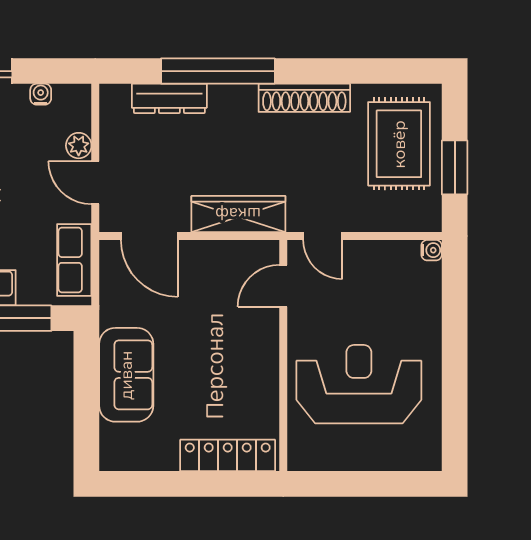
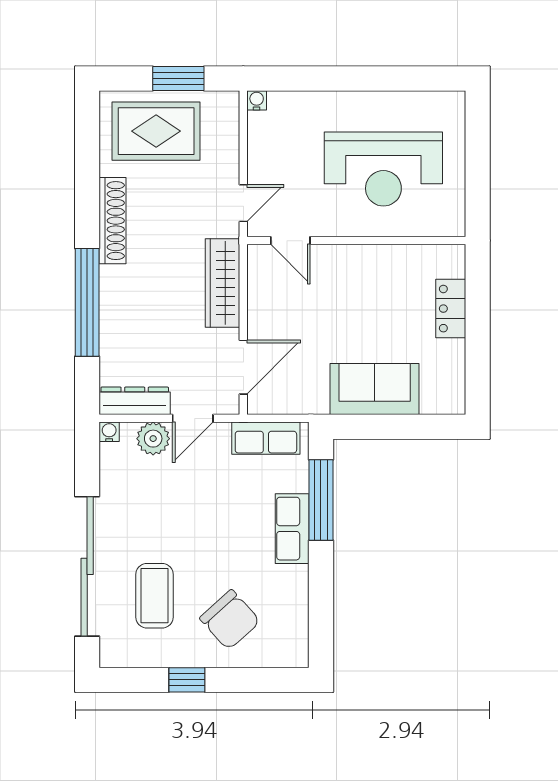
water cooler: (41, 94) -> (109, 432), moved, turned 90
dresser: (169, 98) -> (135, 401), moved, turned -90
plant: (79, 146) -> (153, 439), width x1.38, depth x1.38
reception desk: (359, 384) -> (383, 169), turned -90
locker: (228, 455) -> (451, 309), width x0.66

